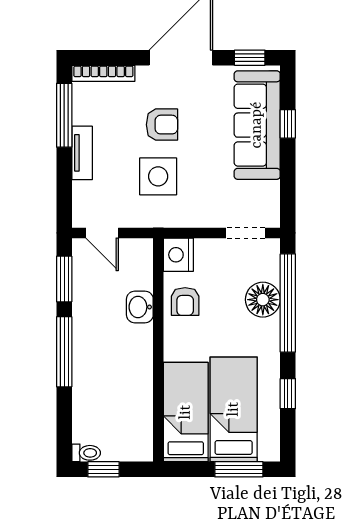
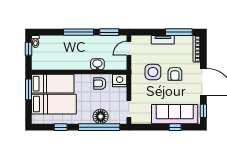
window: (239, 469) -> (28, 89), moved

